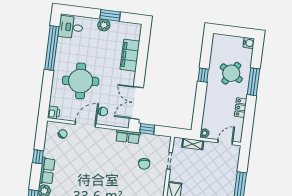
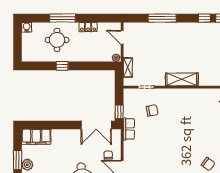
filing cabinet: (130, 55) -> (36, 137), moved
round table: (231, 73) -> (57, 40), turned -31

